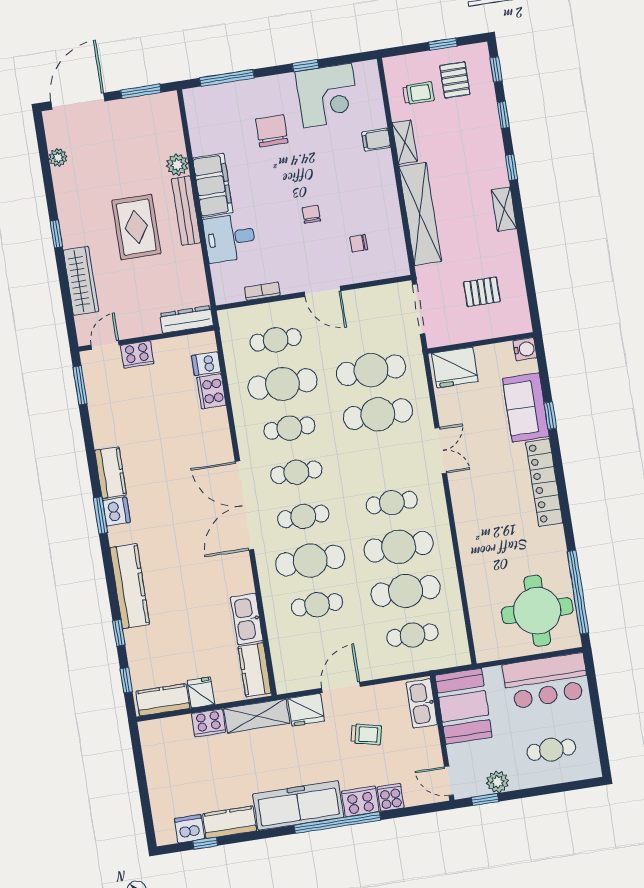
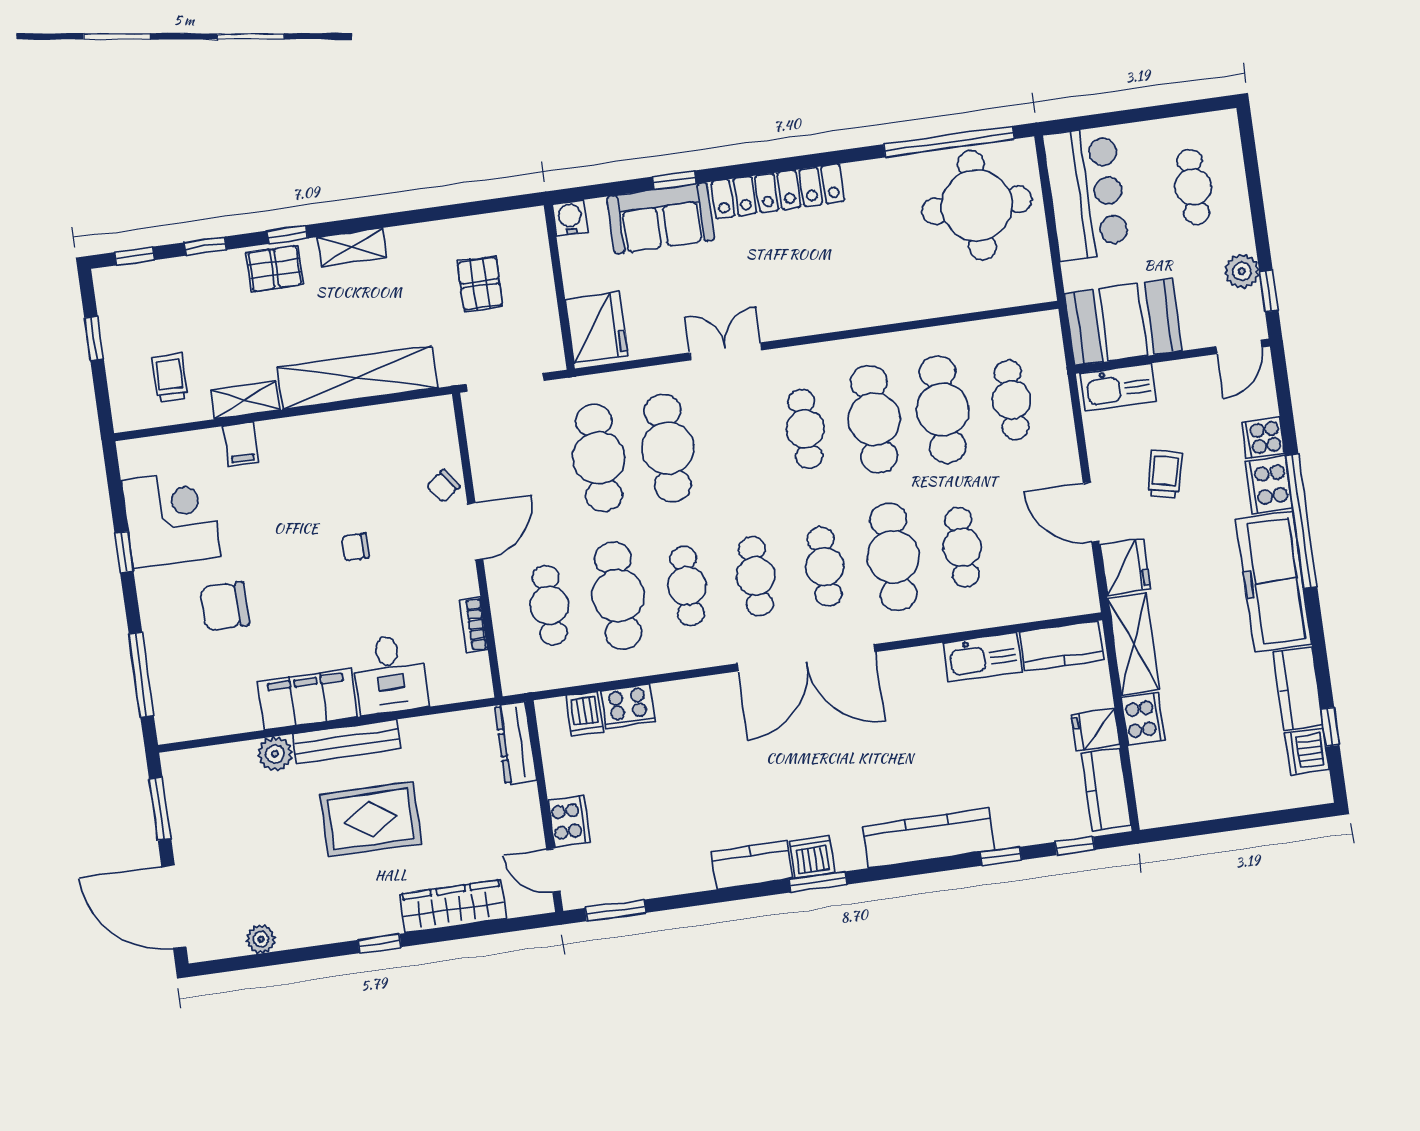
pallet: (455, 80) -> (275, 269), moved
chair: (359, 243) -> (443, 486), moved, turned 53

